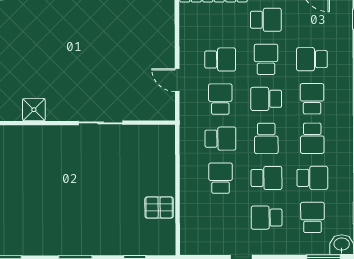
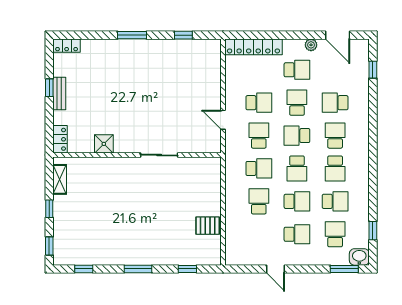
school desk: (267, 218) -> (297, 234), turned 180

